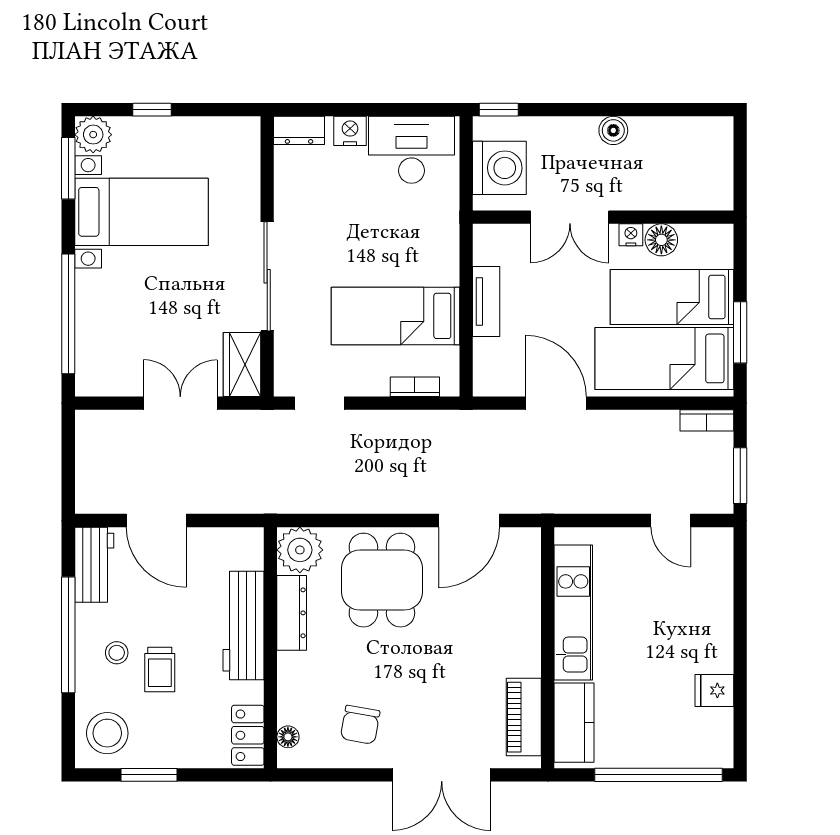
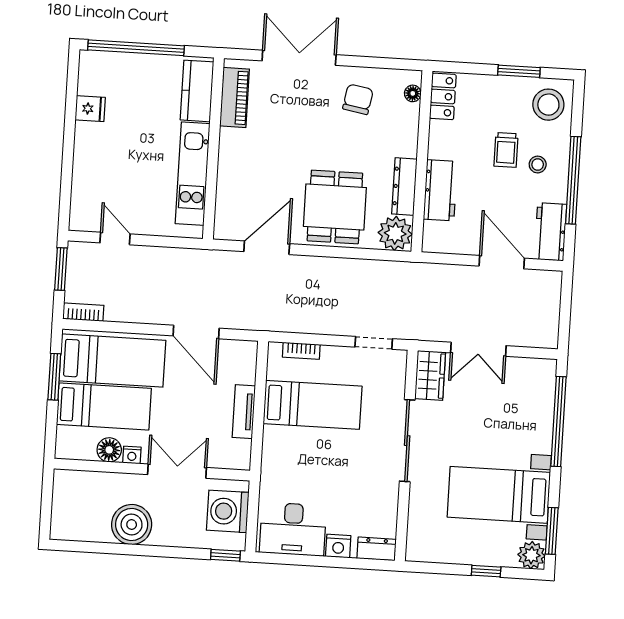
boiler: (613, 130) -> (132, 524), width x1.86, depth x1.86
workbench: (244, 626) -> (440, 190), width x0.73
trolley: (160, 670) -> (506, 150), turned 180

